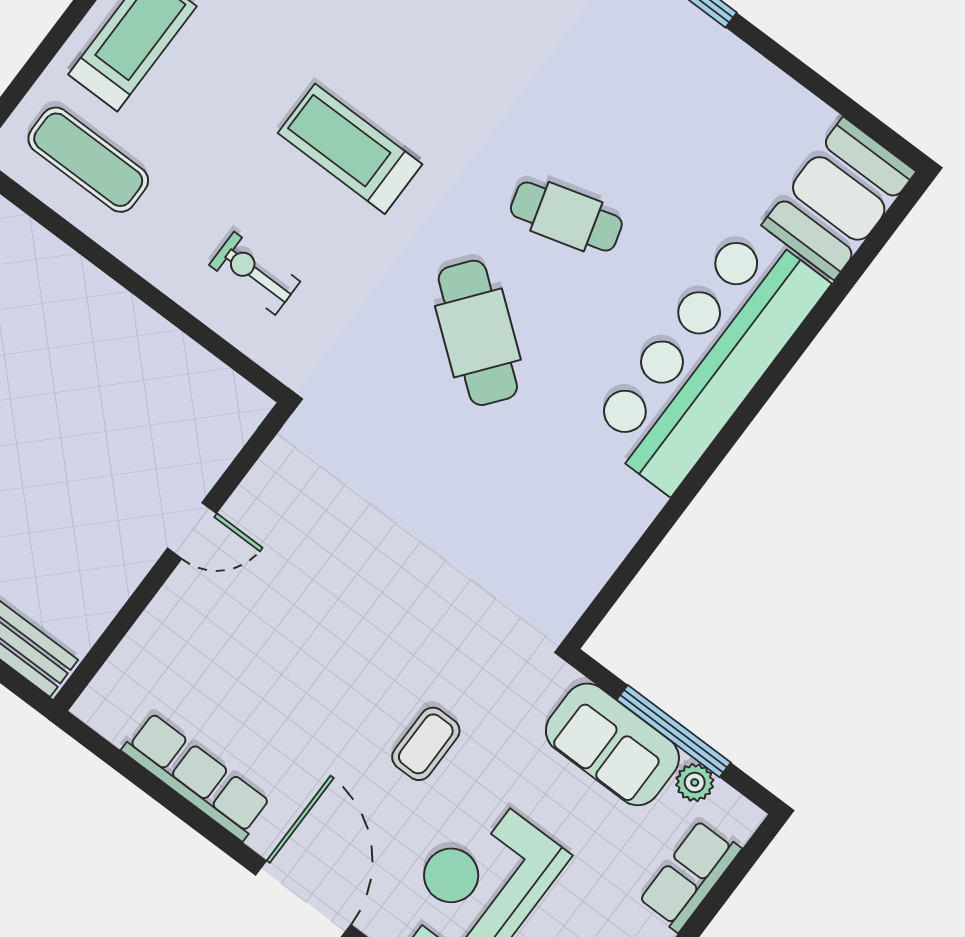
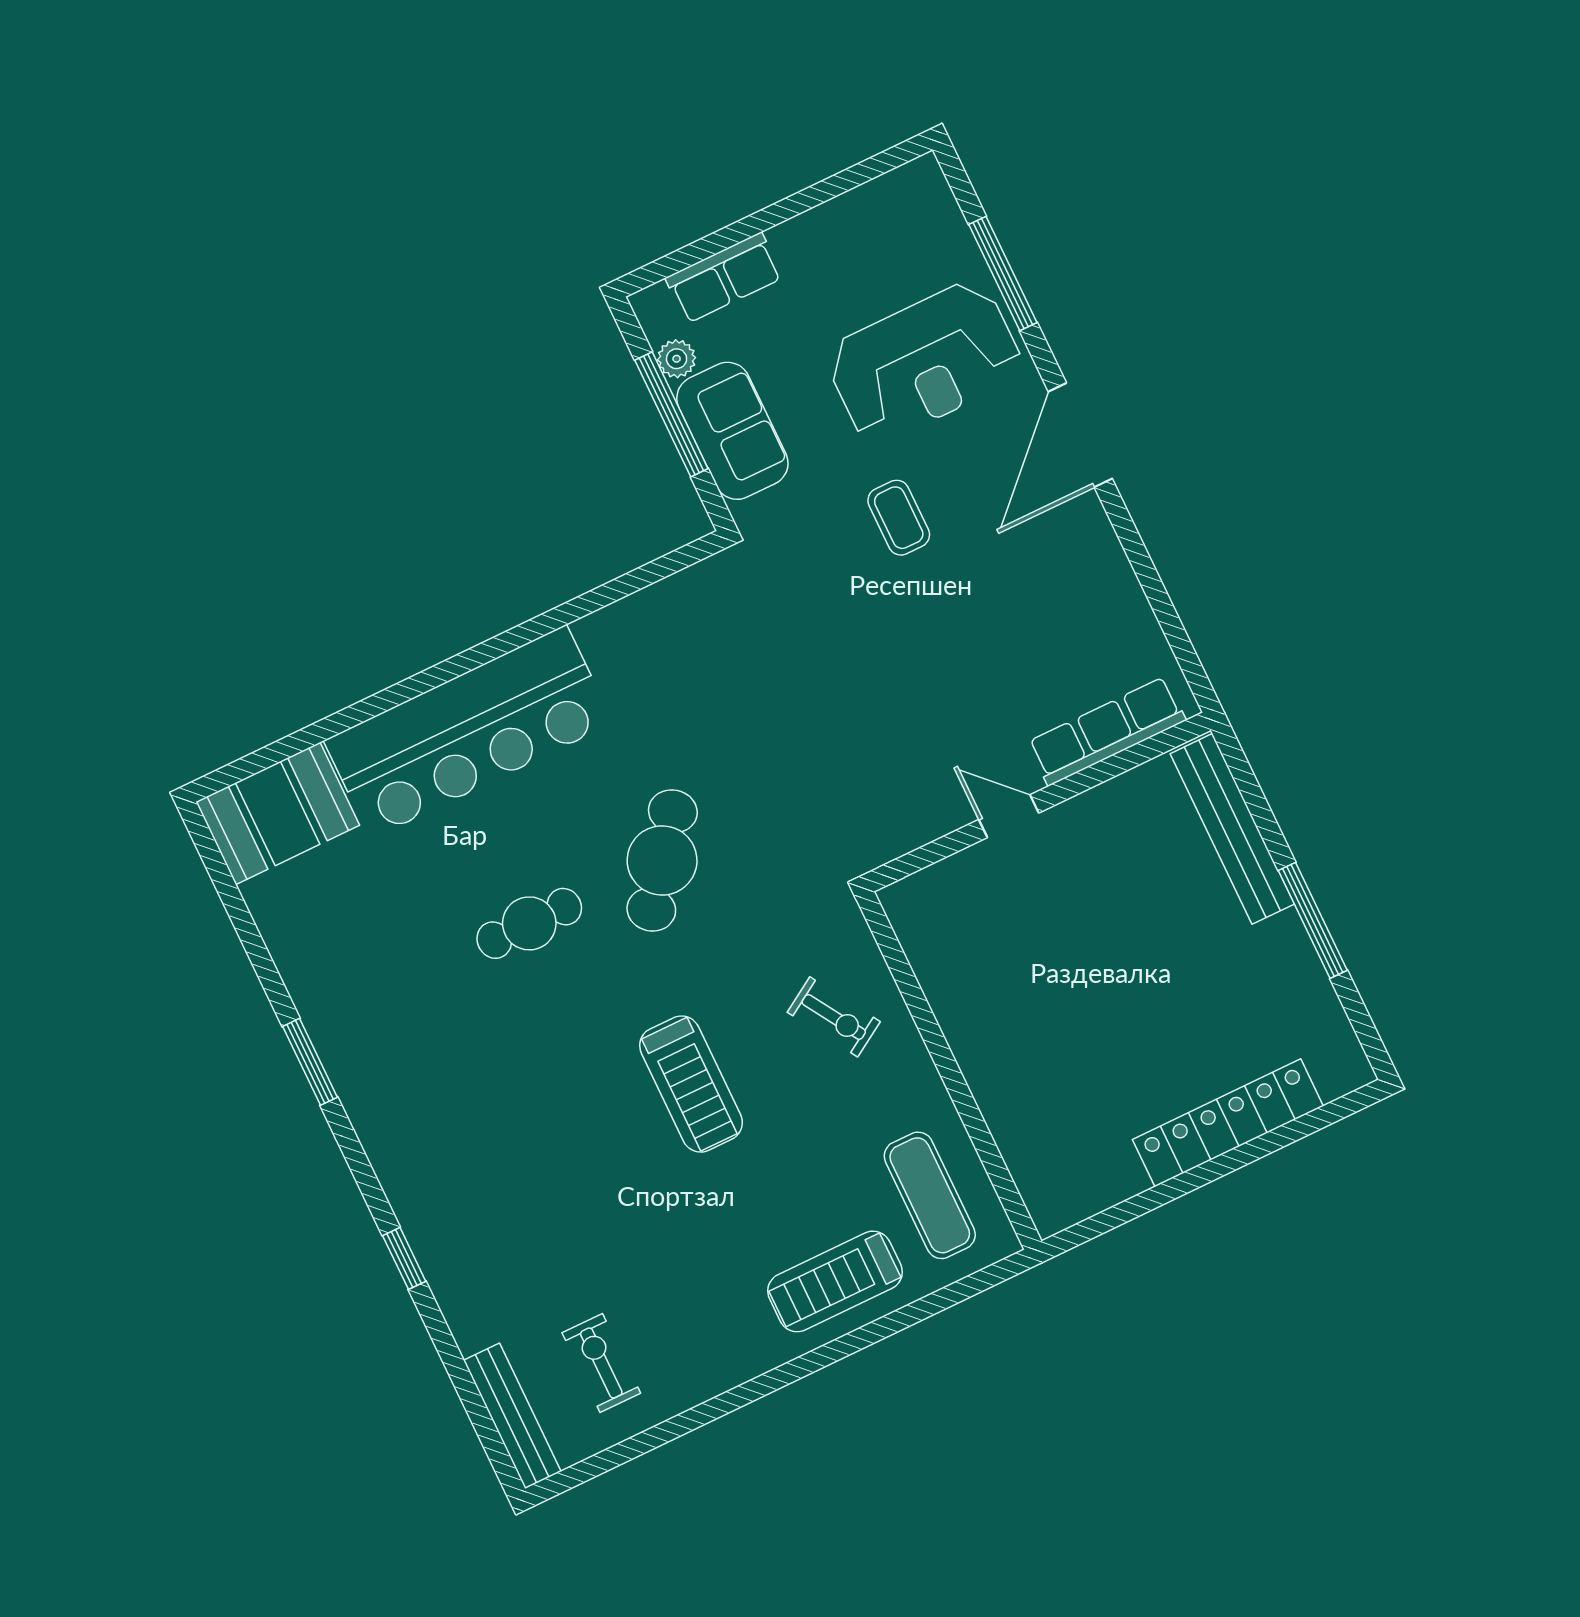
cafe table: (566, 217) -> (529, 923), turned -74
exercise bike: (255, 273) -> (834, 1017), turned -32
coffee table: (426, 744) -> (899, 518), turned 90
row of seats: (196, 777) -> (1107, 731), moved, turned 90

